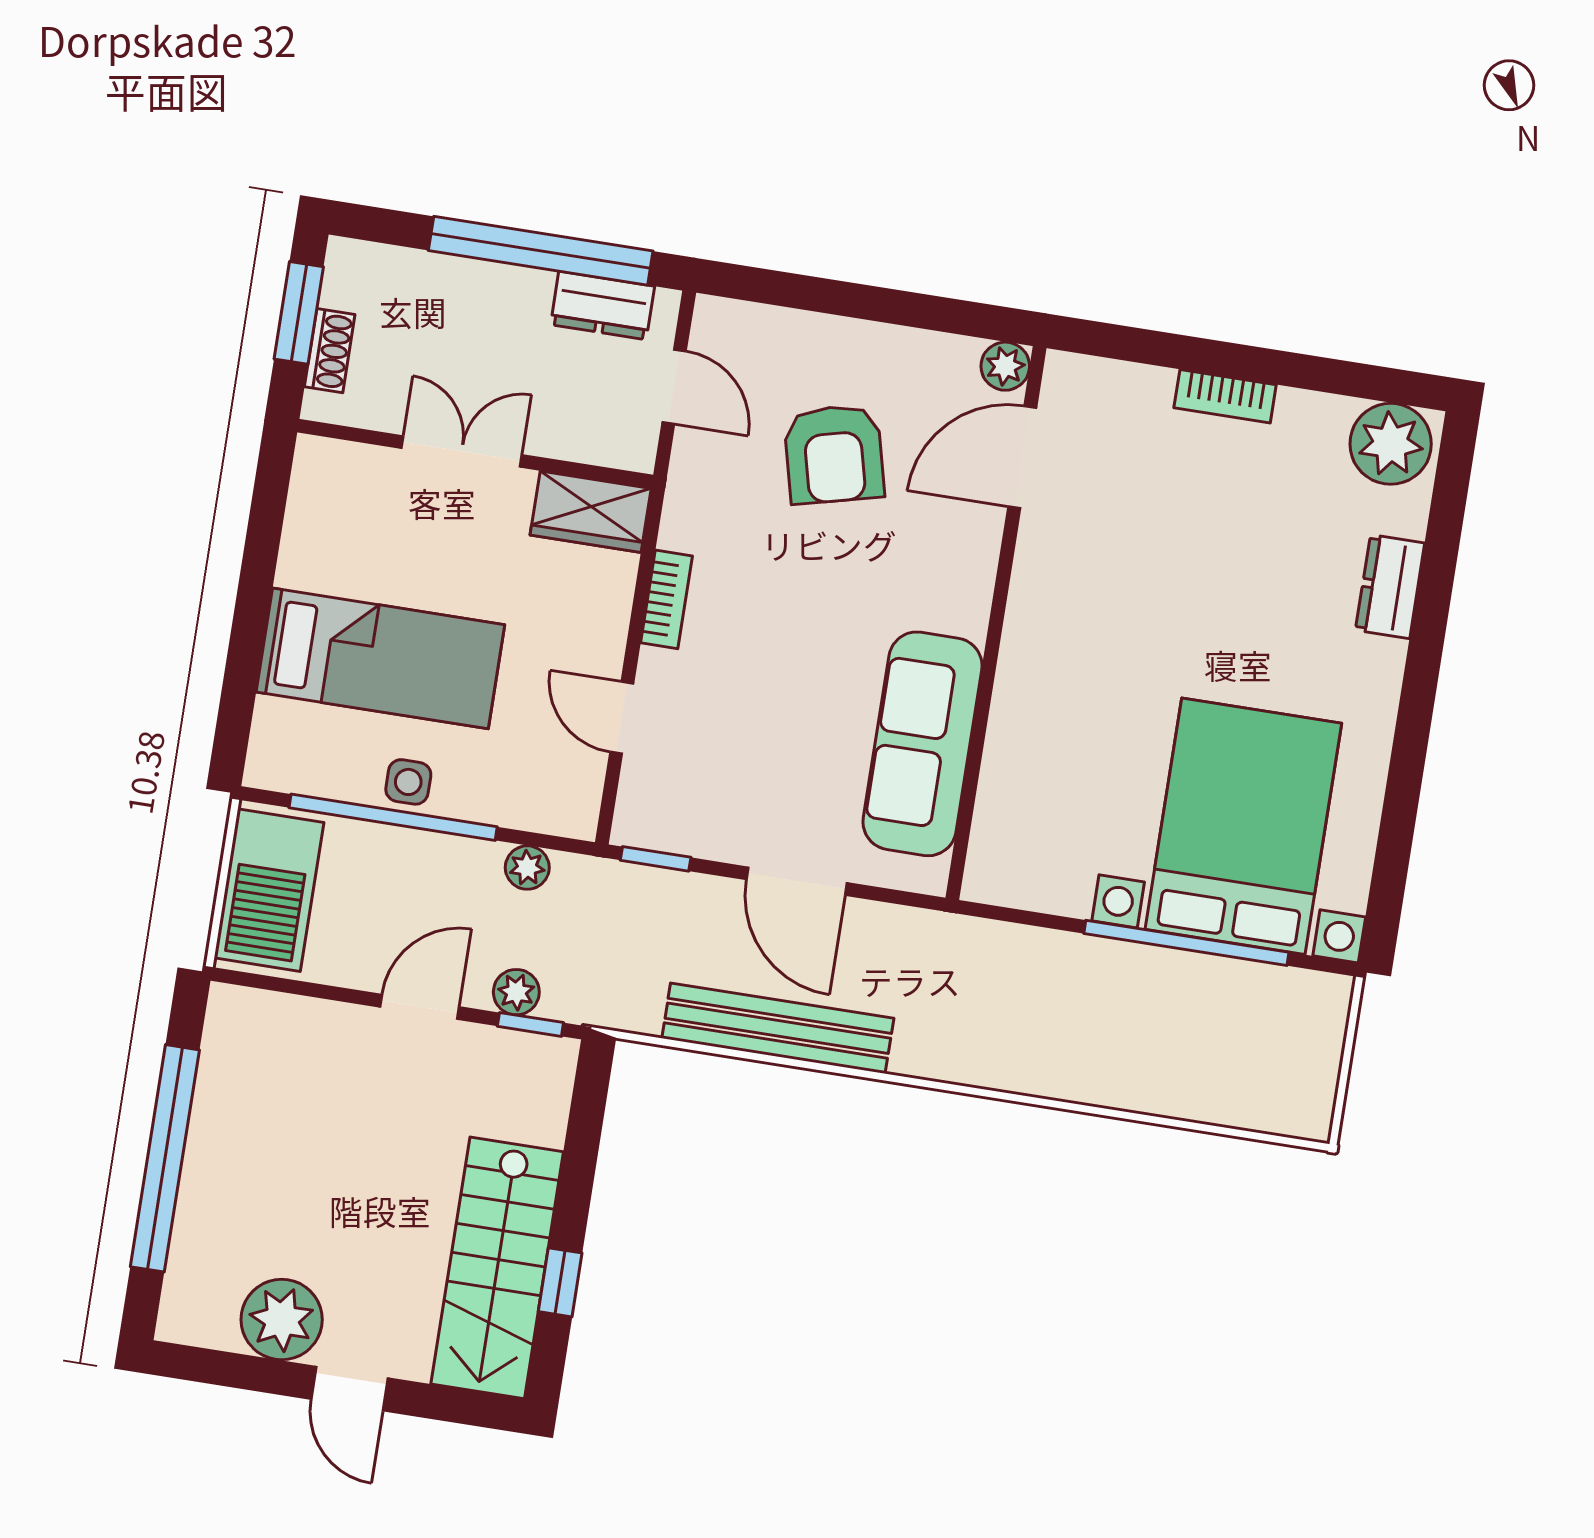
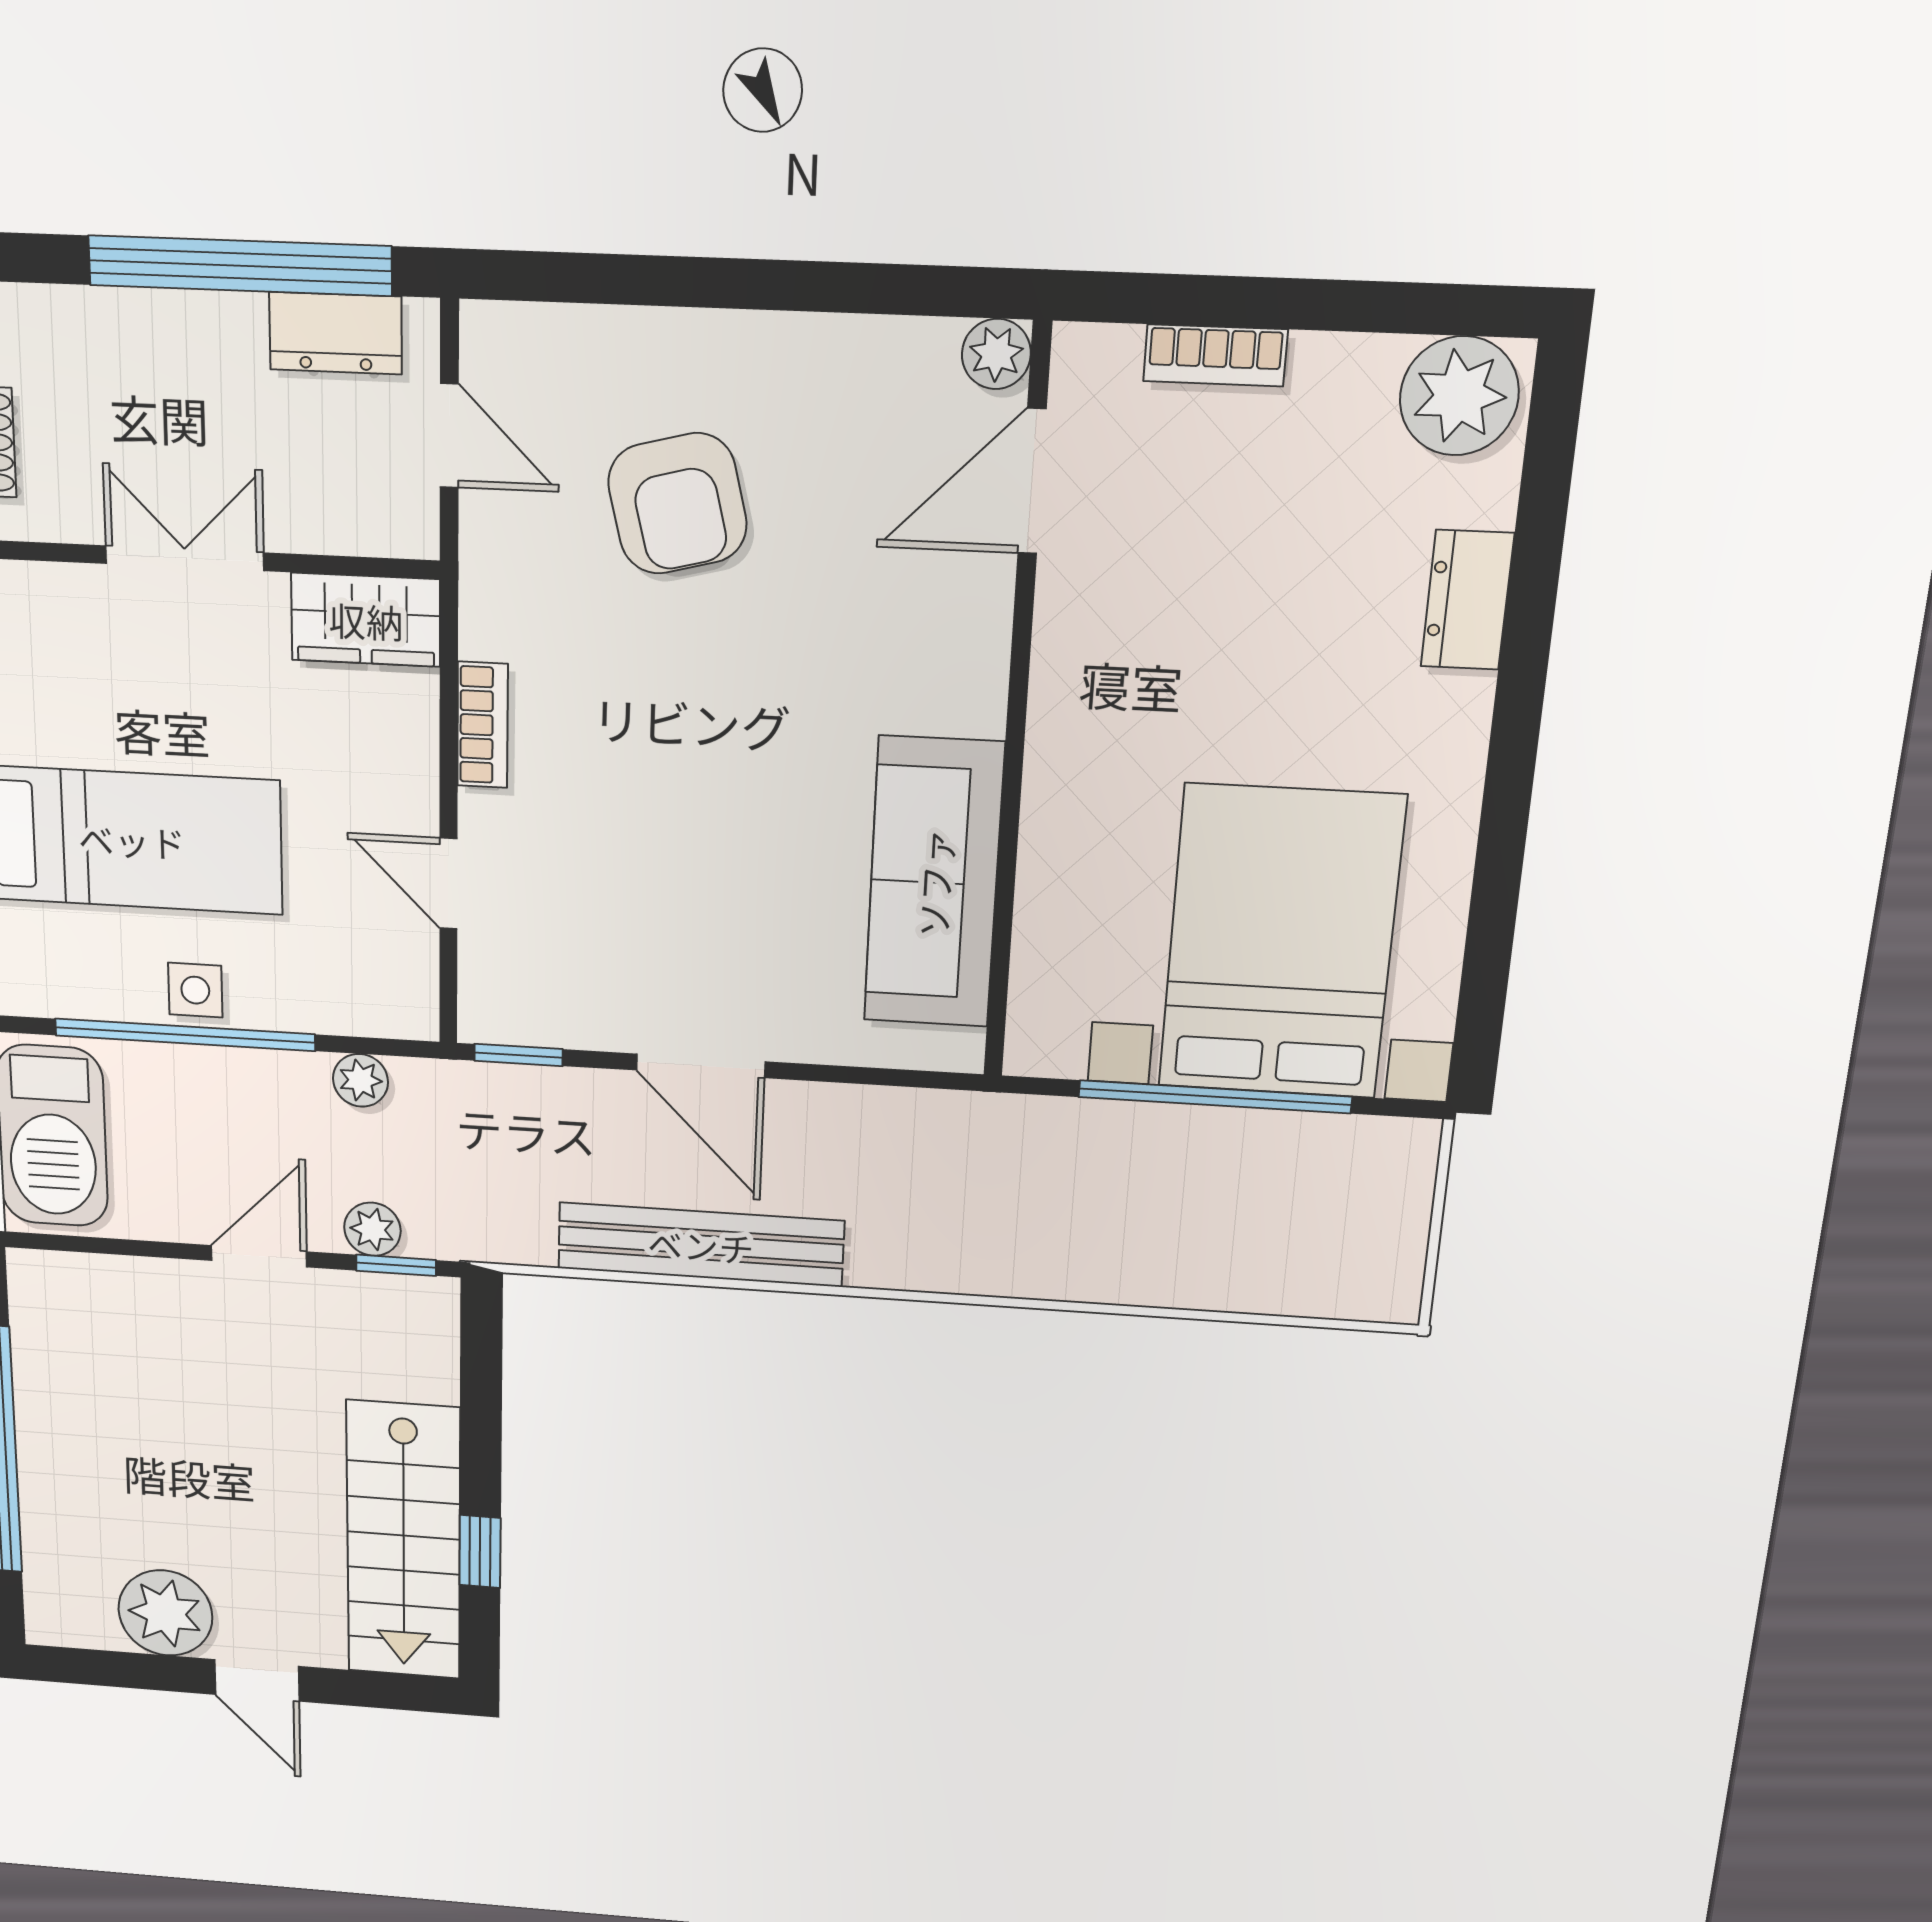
plant: (1005, 366) -> (996, 354), moved
door: (1022, 457) -> (1032, 481), moved
wall: (996, 623) -> (1017, 714), moved
sofa: (923, 744) -> (934, 883), moved

